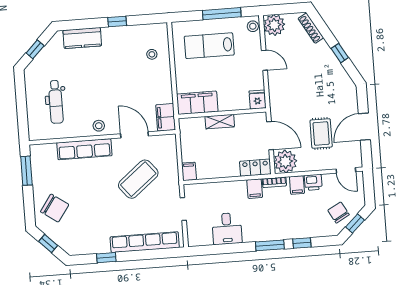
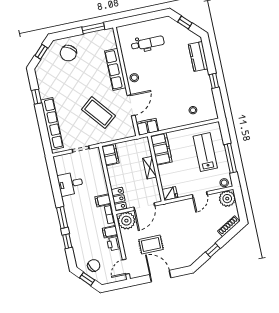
dental chair: (56, 102) -> (148, 43), turned 180
filing cabinet: (189, 171) -> (110, 155), width x2.00

